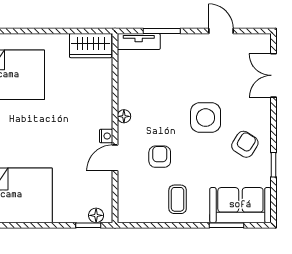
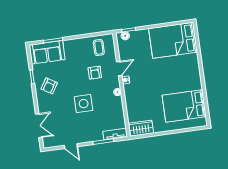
side table: (206, 118) -> (84, 104), moved
coffee table: (178, 199) -> (99, 48), moved

